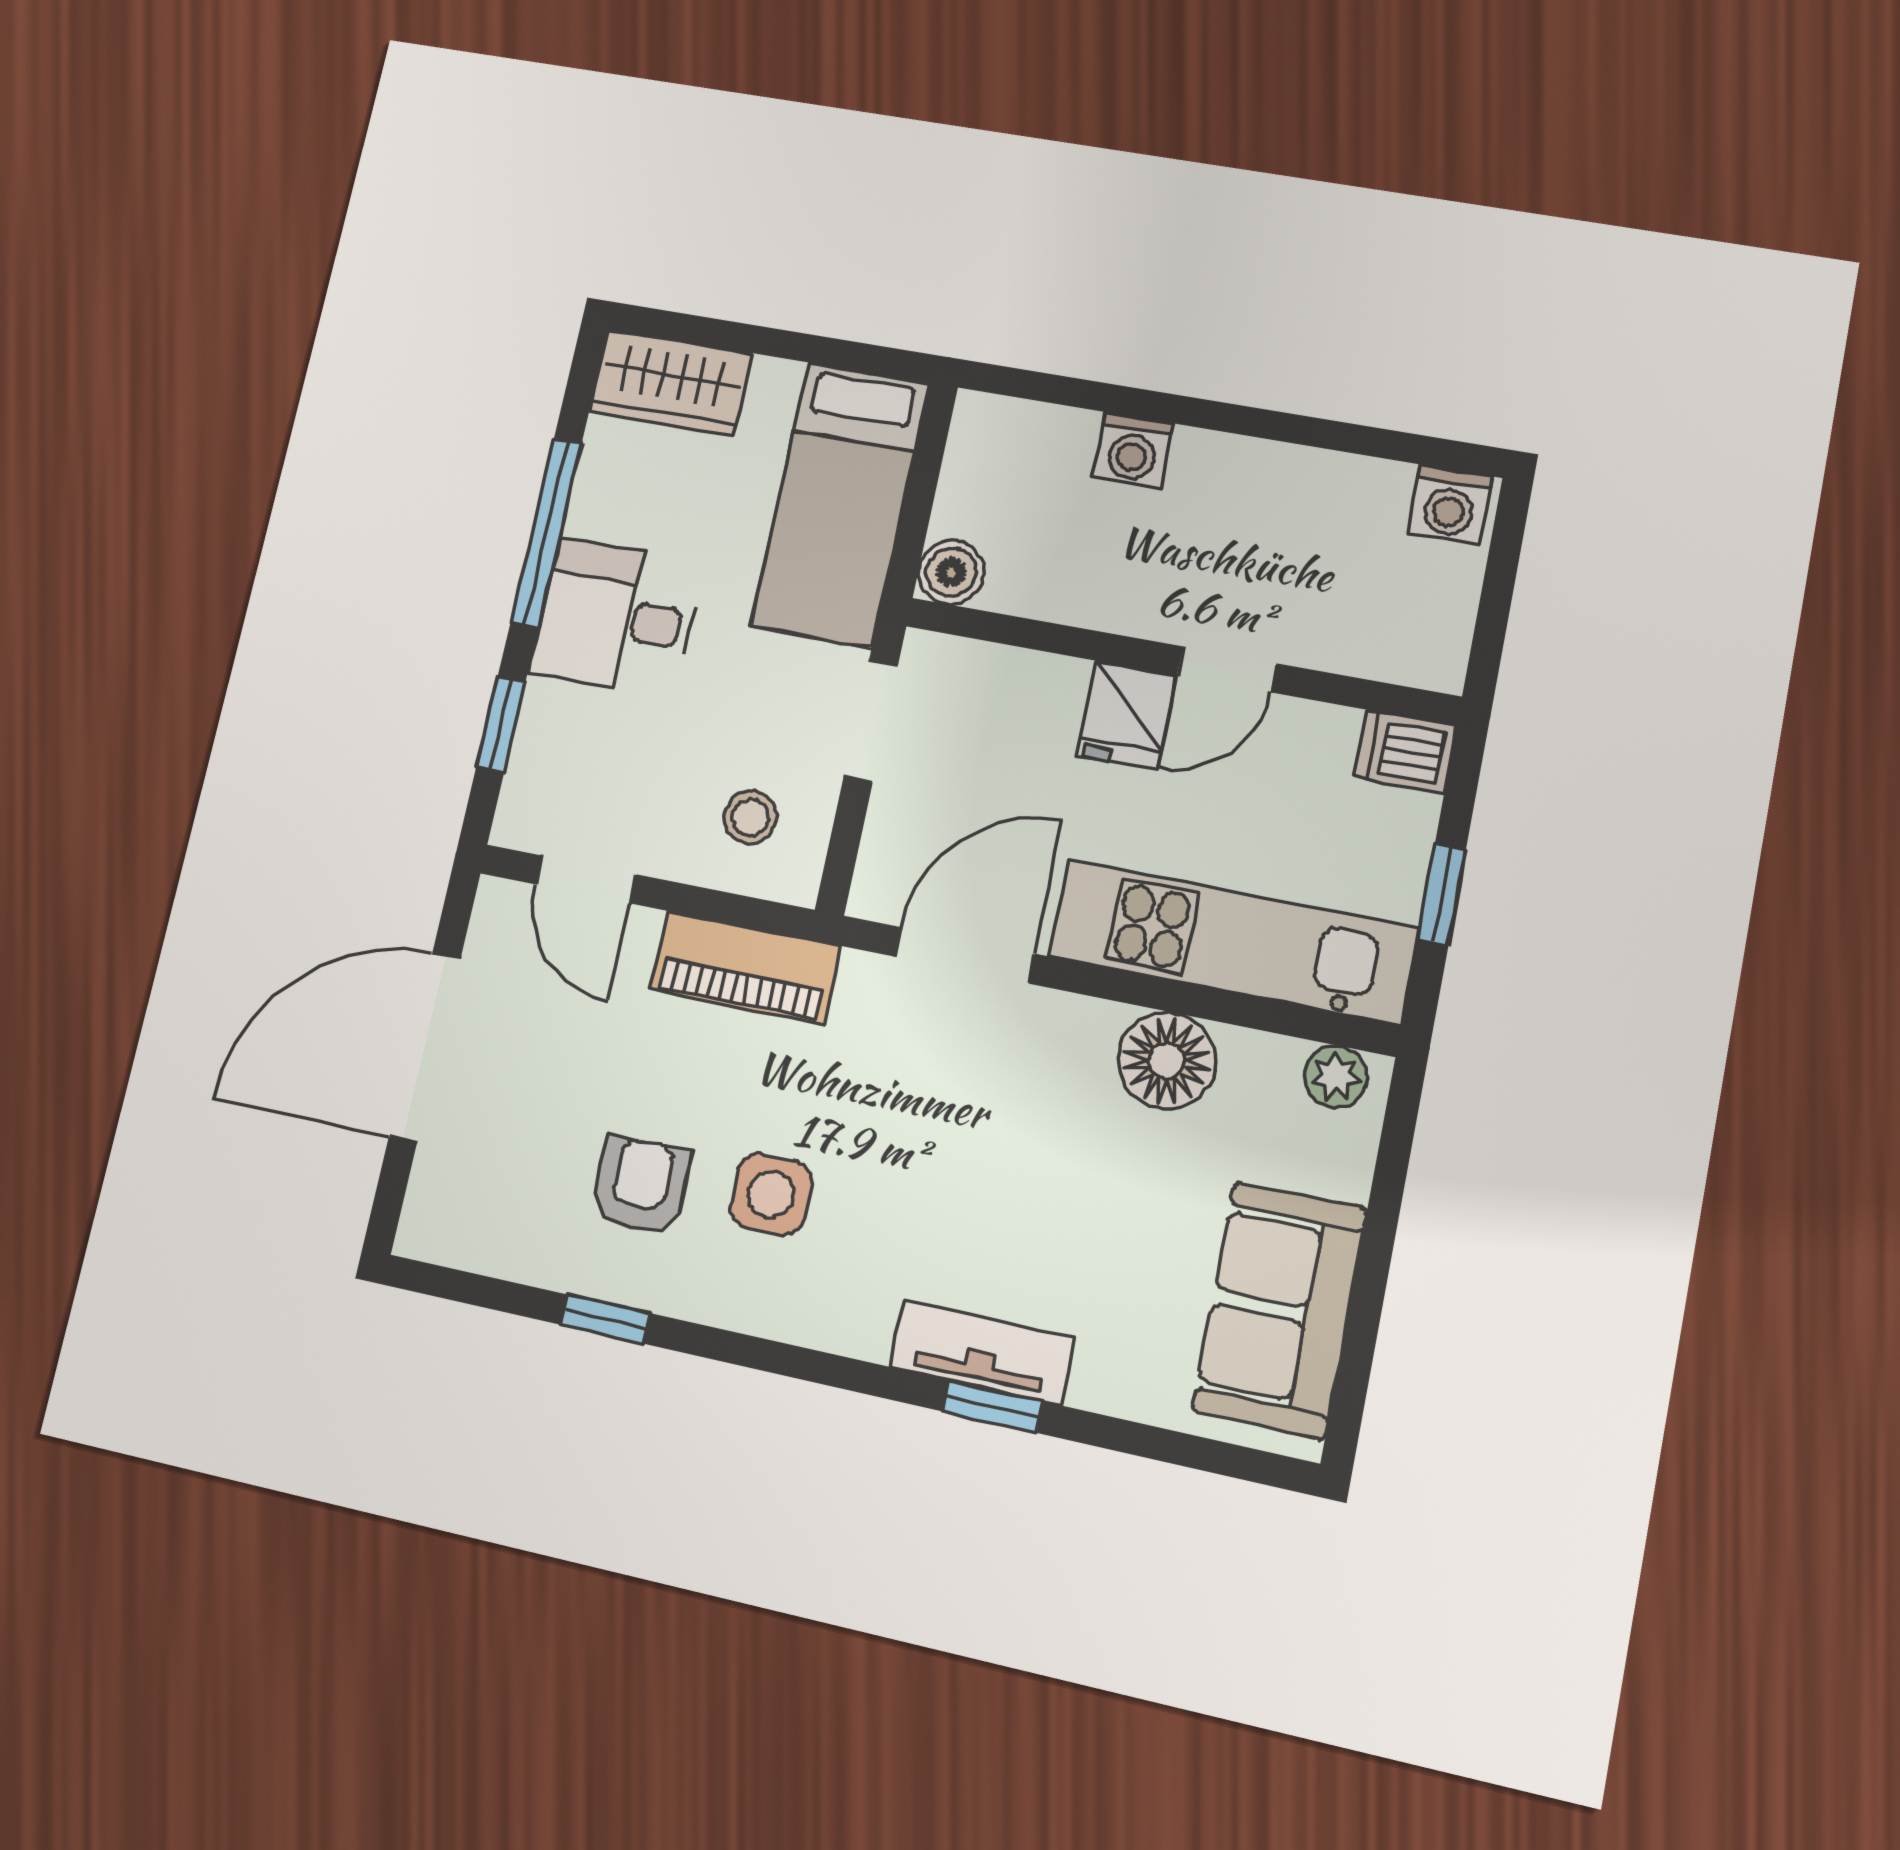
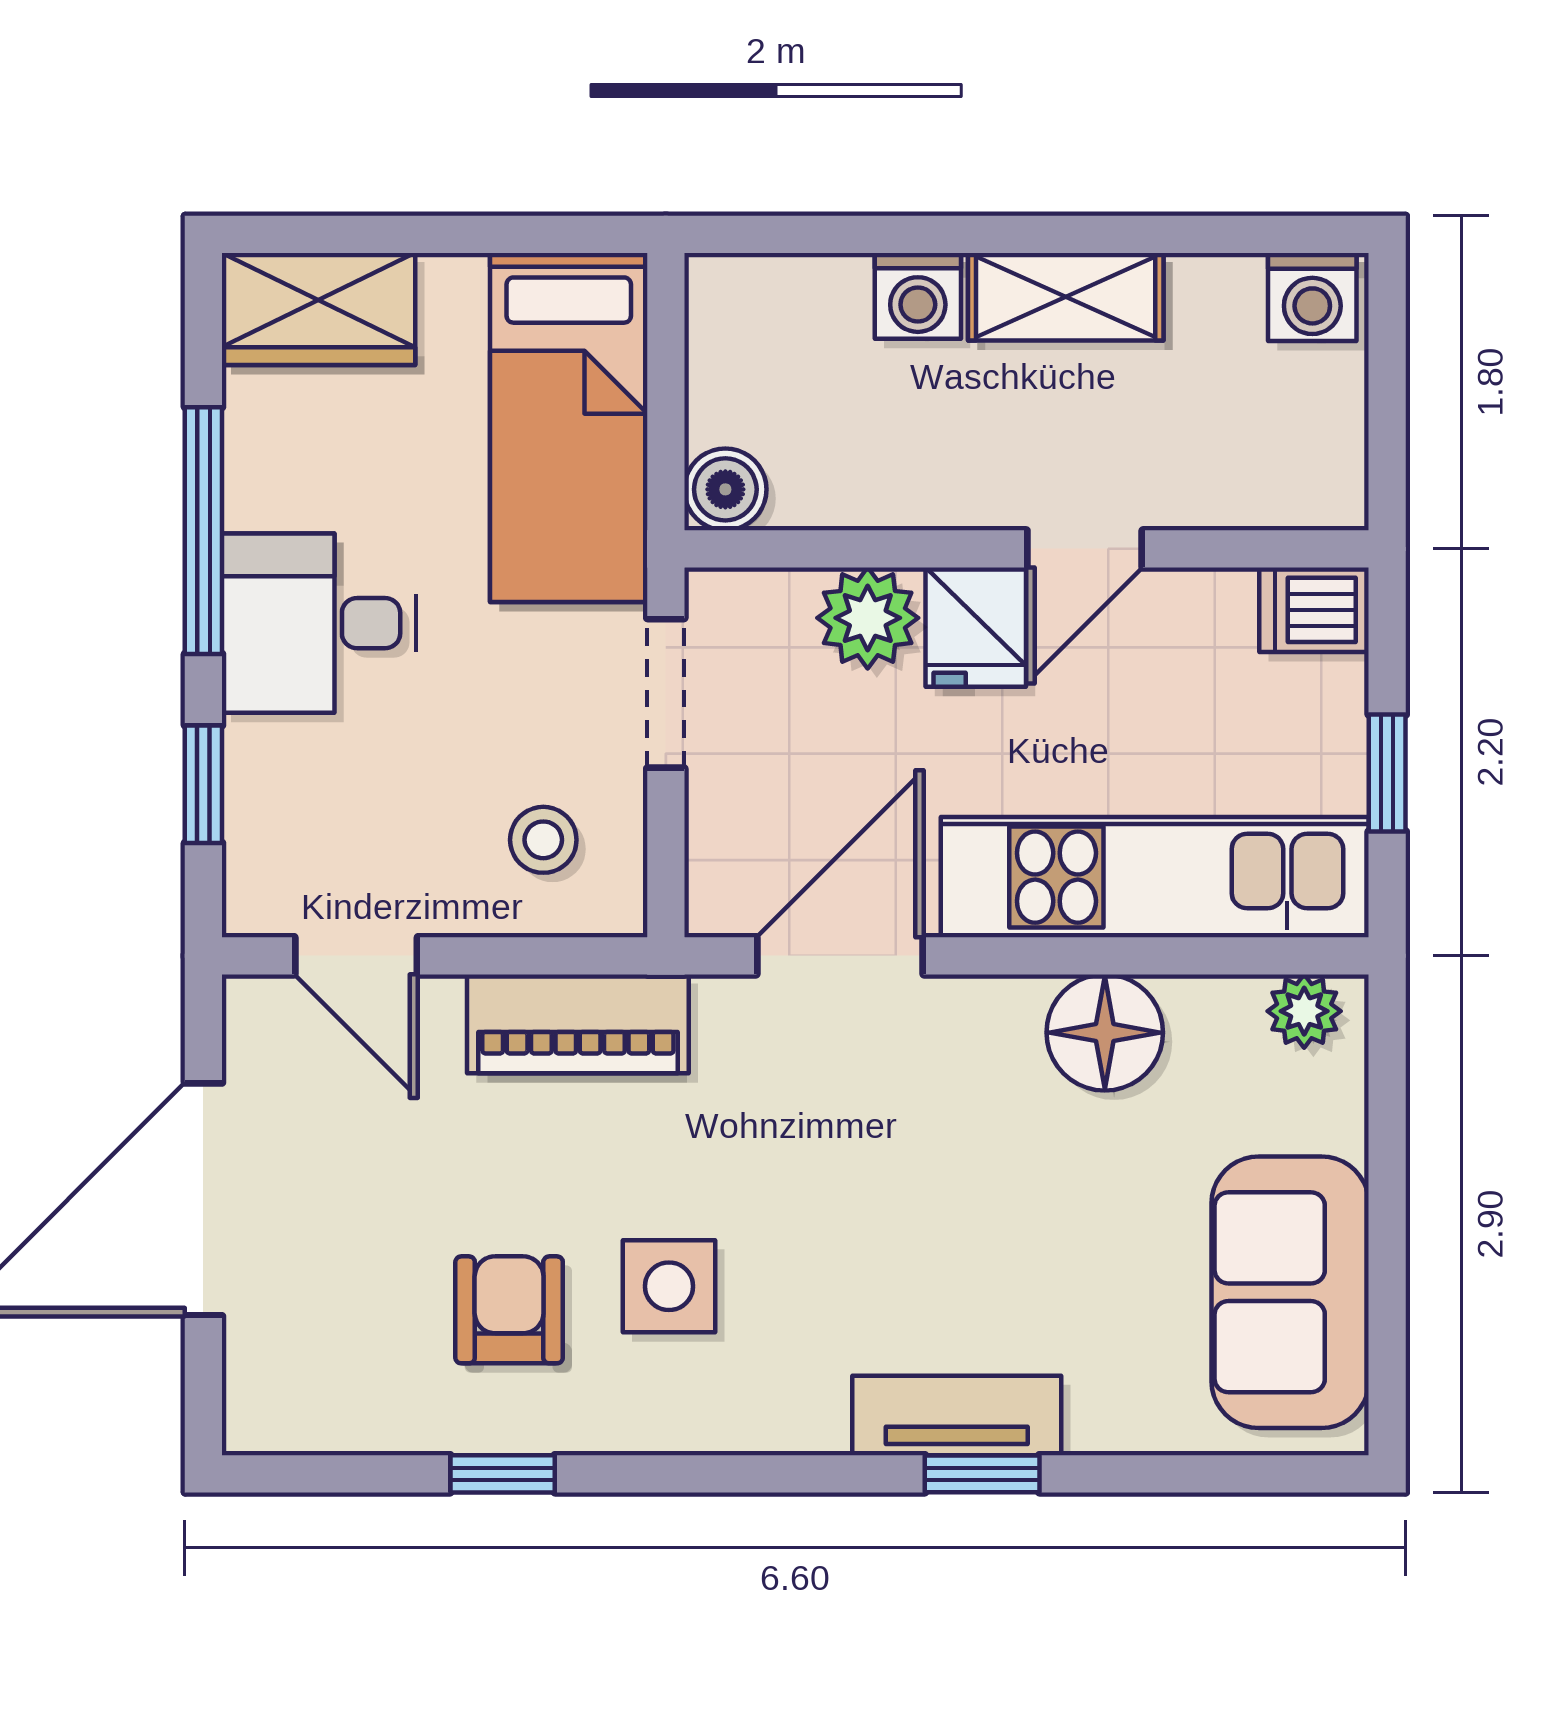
shelving: (1250, 471) -> (1066, 297), added
plant: (1042, 692) -> (868, 618), added

